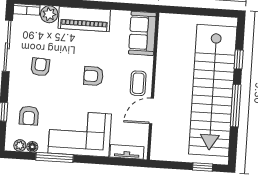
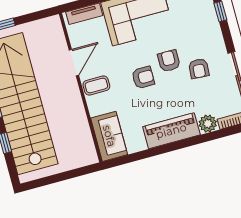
coffee table: (138, 83) -> (96, 86), turned 90
armchair: (29, 116) -> (169, 61), moved

